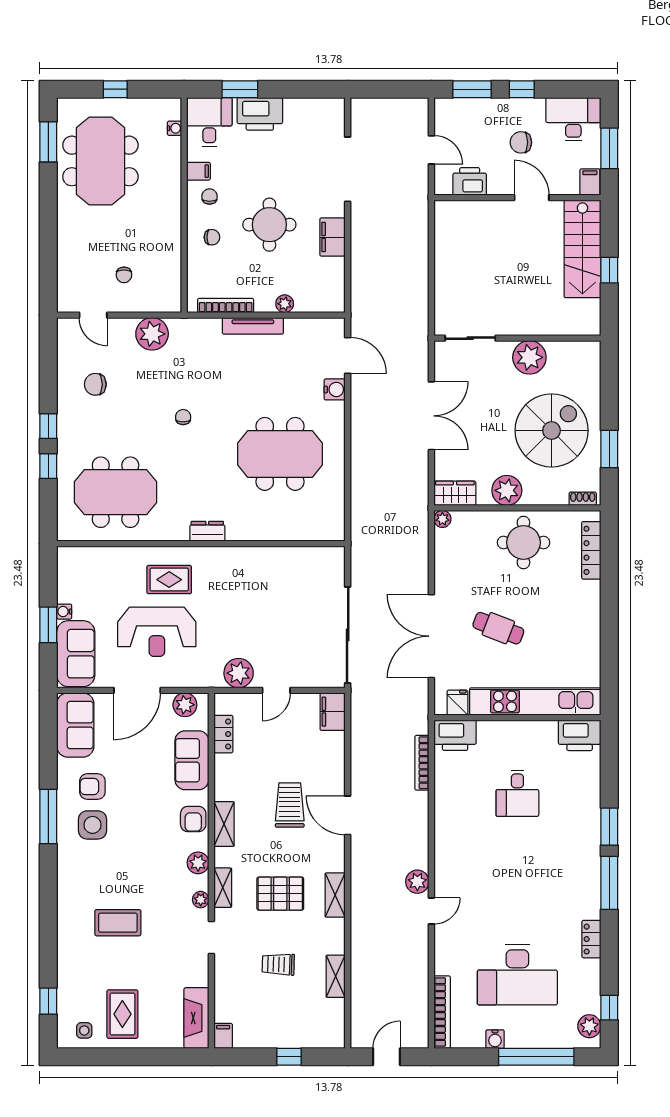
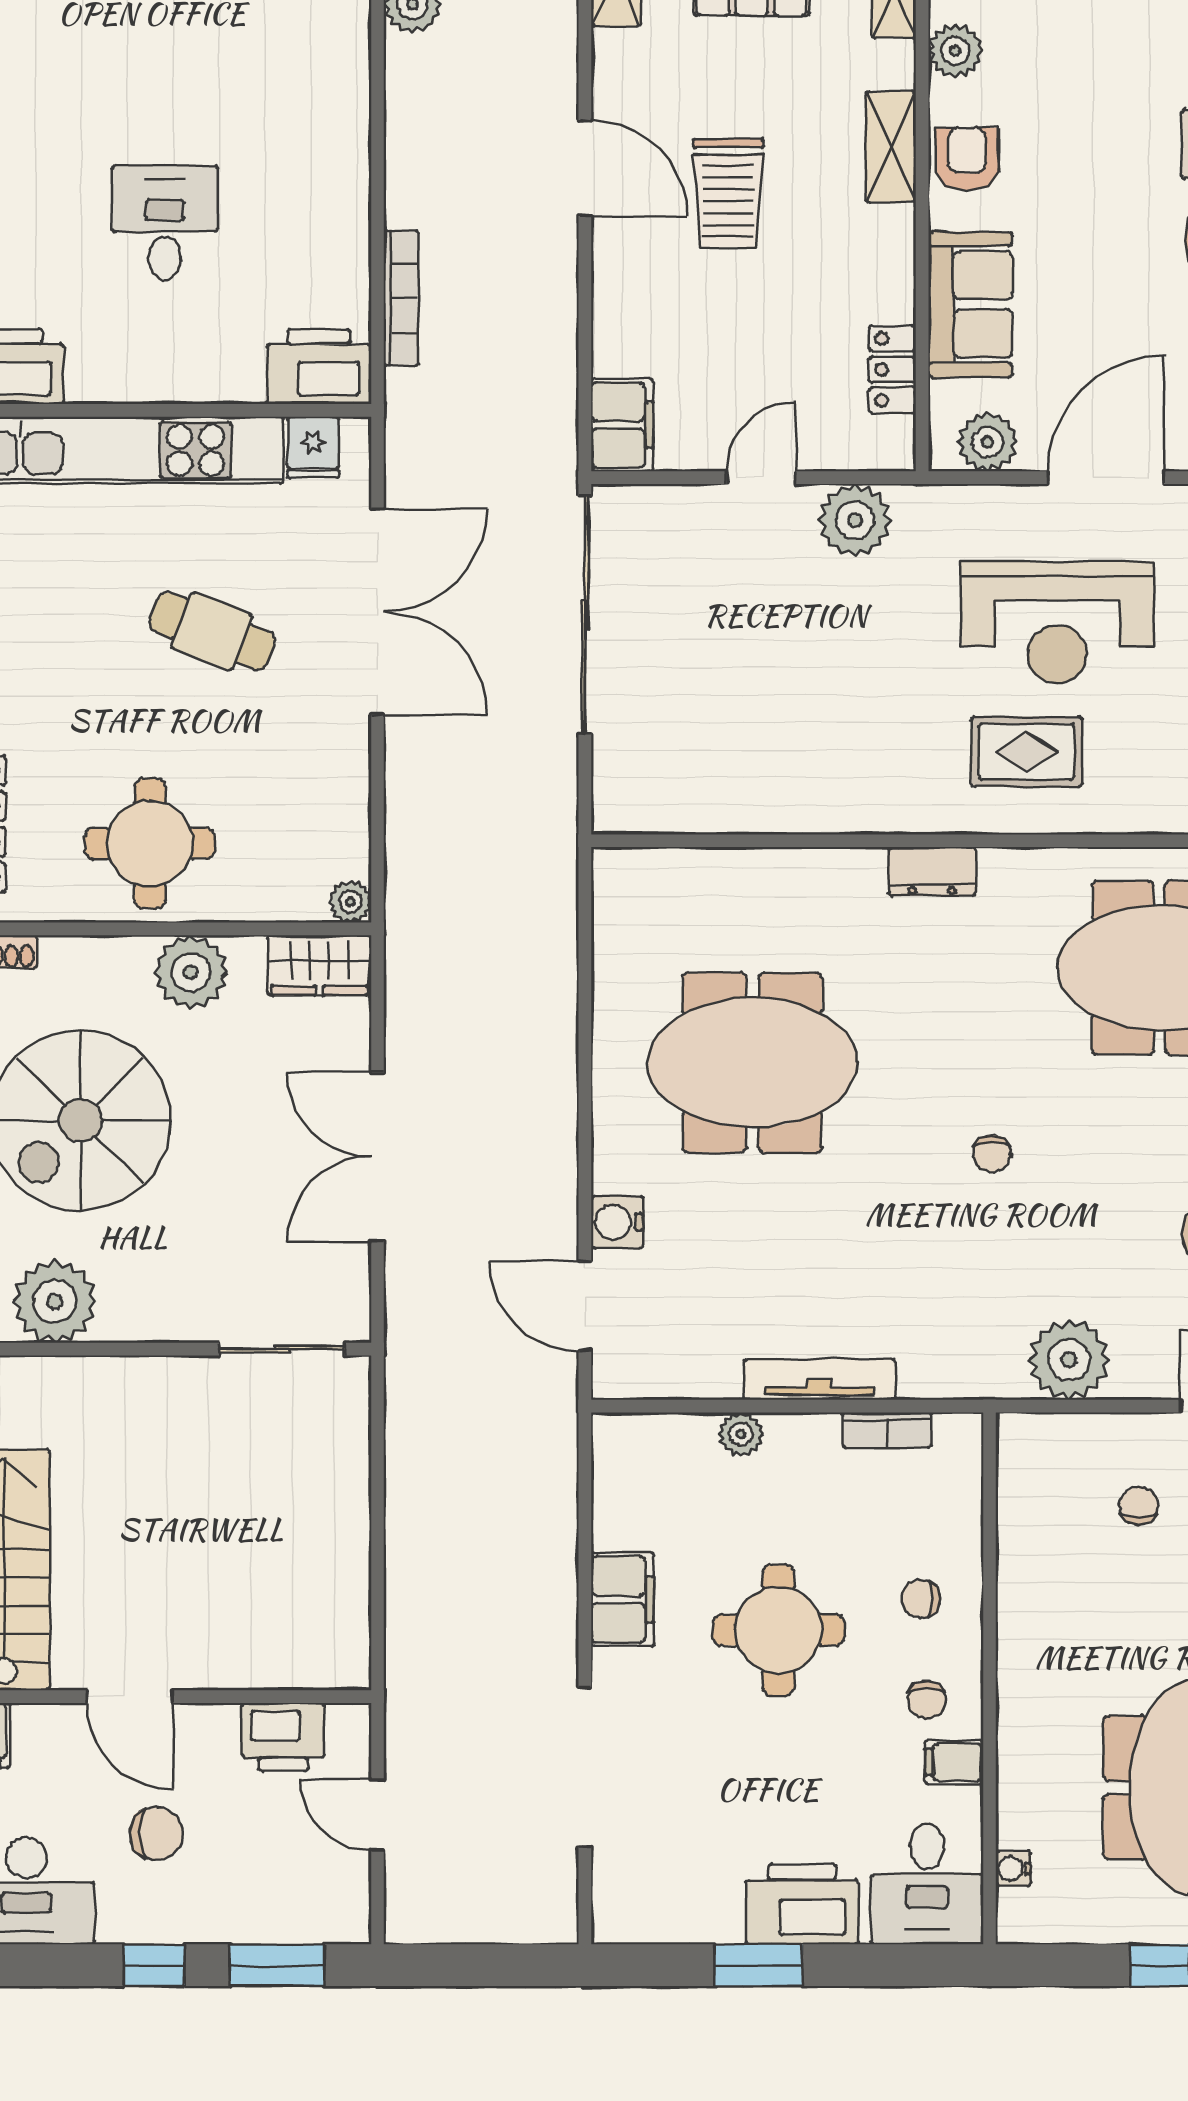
window: (240, 89) -> (758, 1965), moved
bookcase: (226, 305) -> (887, 1430), width x0.64
plant: (529, 357) -> (55, 1301), moved
reception desk: (157, 632) -> (1057, 622), turned 180

